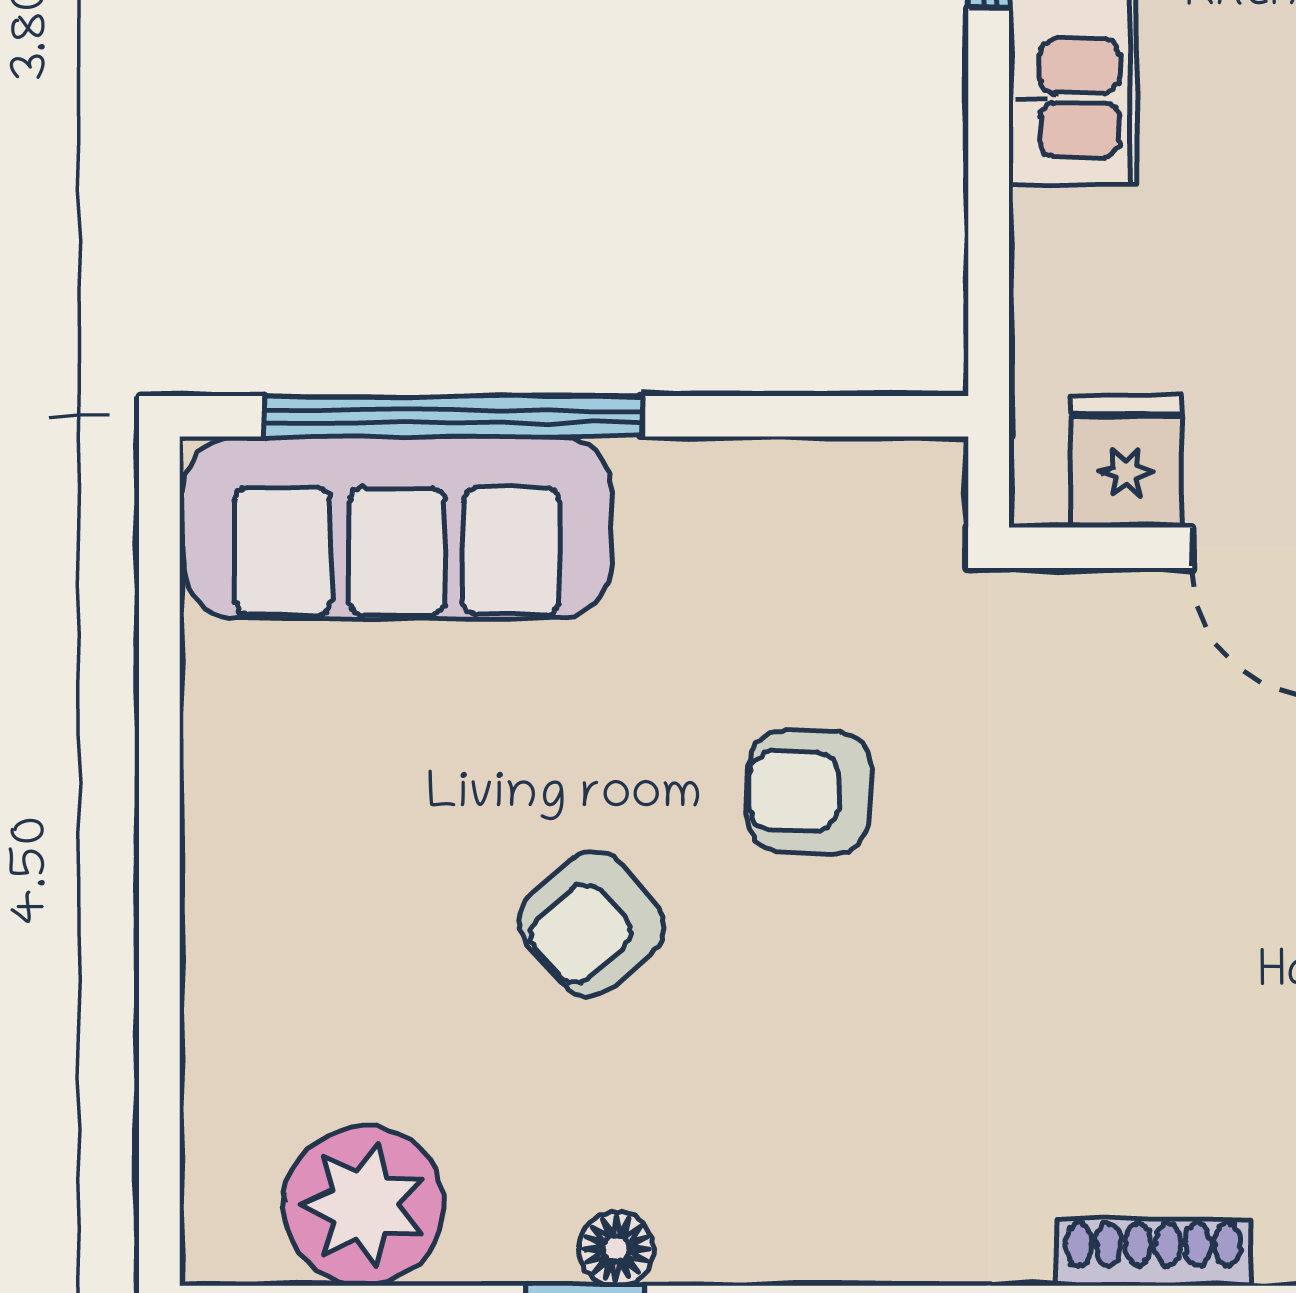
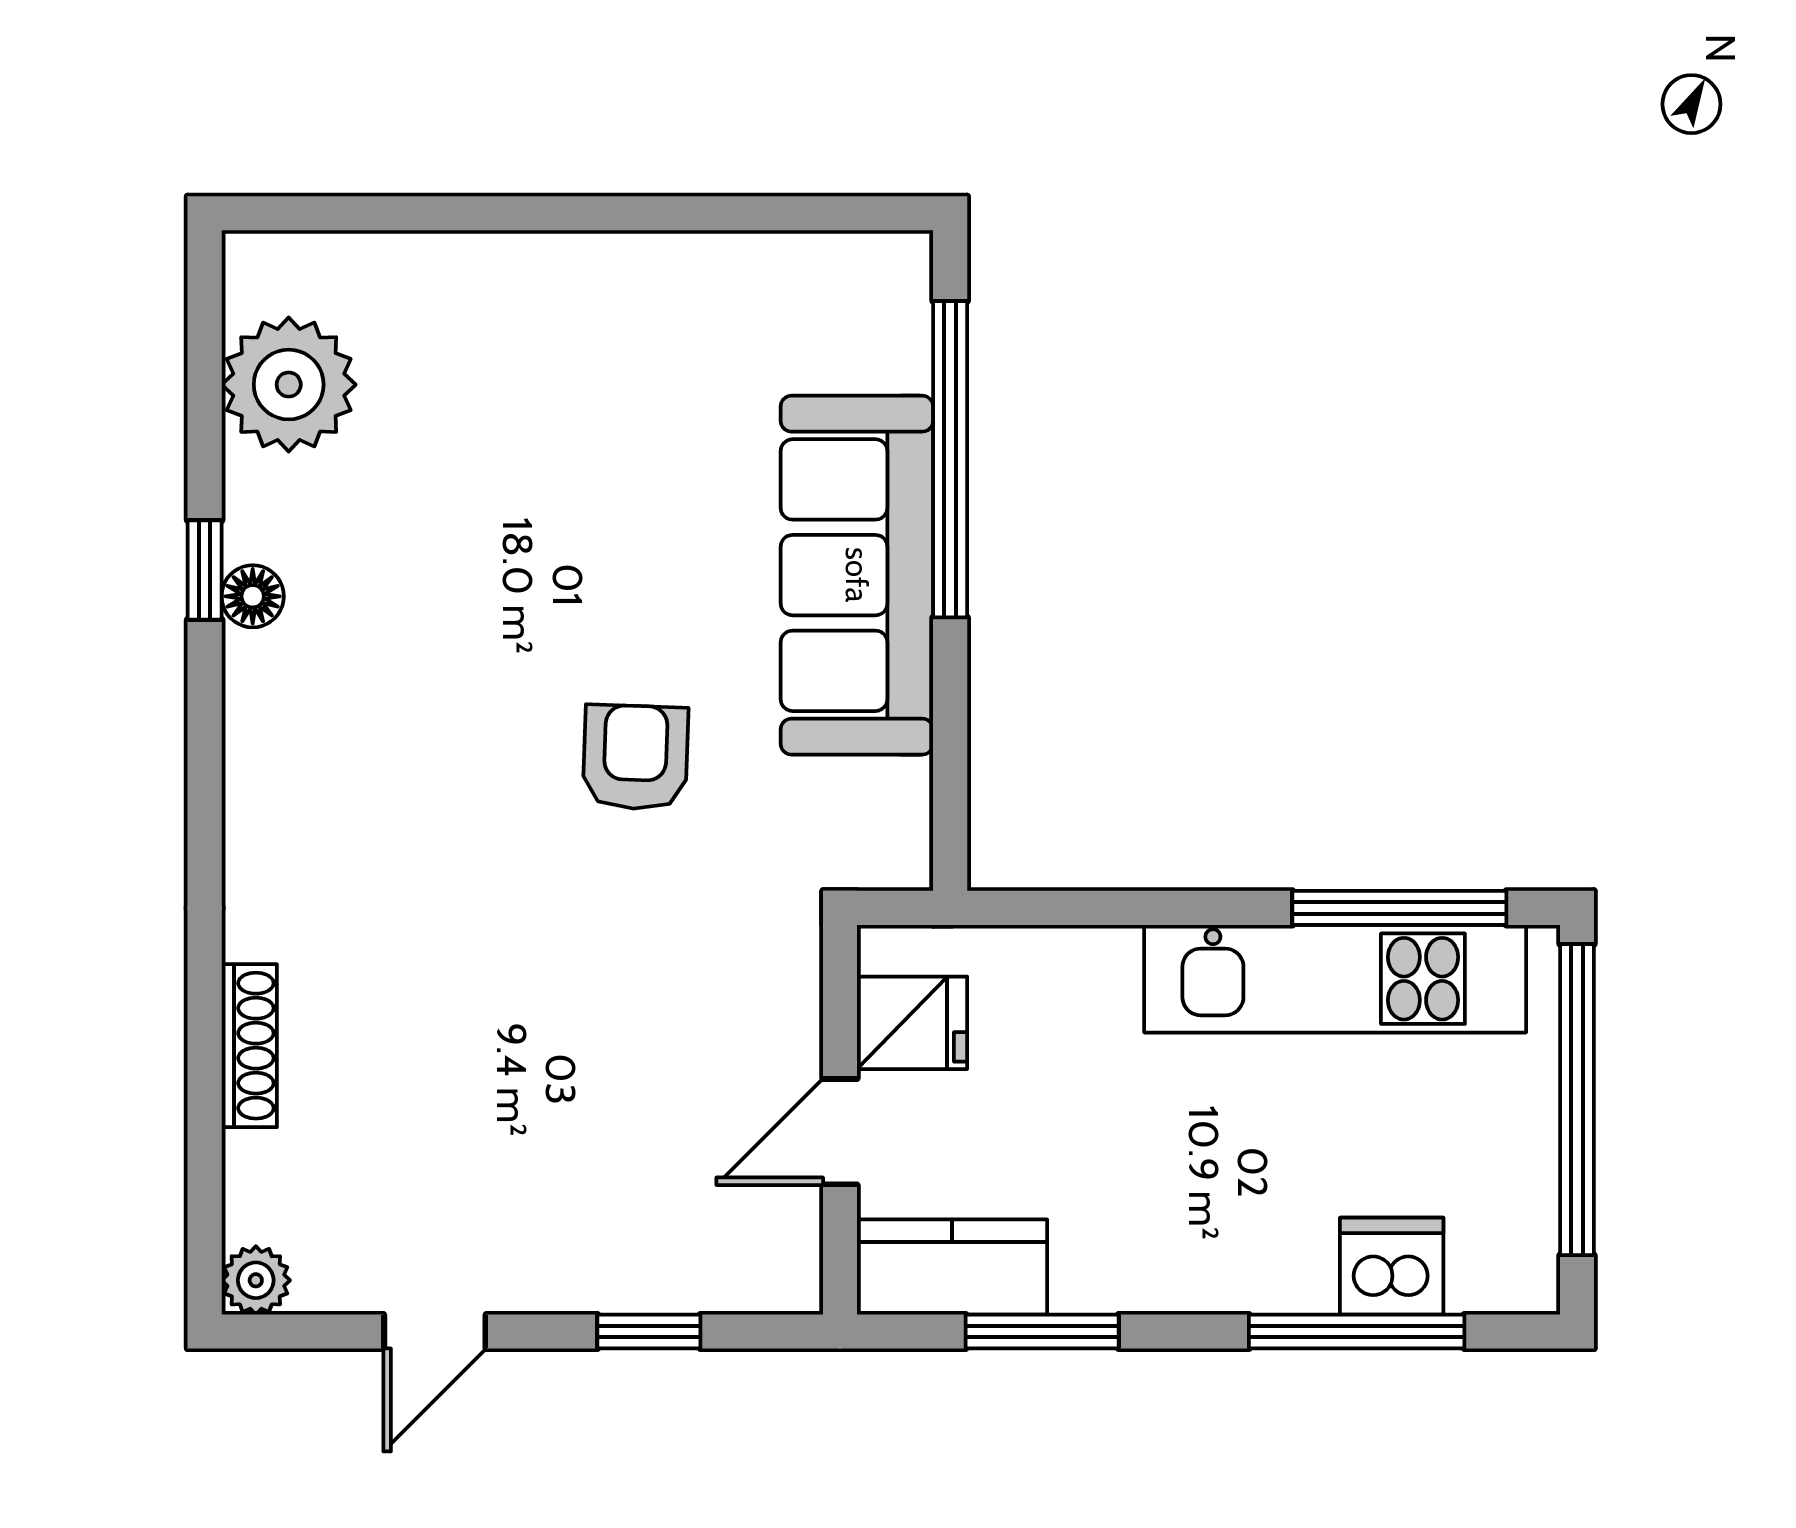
sofa: (397, 528) -> (857, 575), moved
armchair: (592, 924) -> (525, 575), removed

